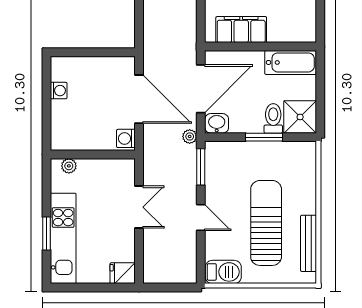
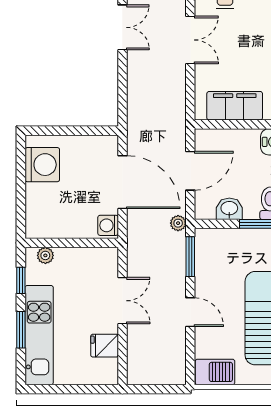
door: (201, 89) -> (190, 171), width x0.73
washing machine: (59, 91) -> (42, 165), width x1.89, depth x1.89
washbasin: (217, 123) -> (229, 209), moved
window: (47, 189) -> (21, 280), added
fridge: (123, 273) -> (105, 346), moved

